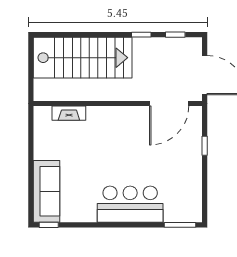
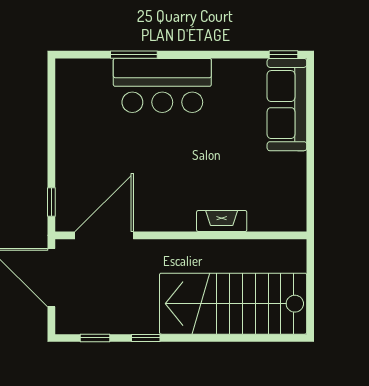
fireplace: (69, 113) -> (222, 221), moved
window: (205, 146) -> (51, 202), moved
window: (180, 225) -> (134, 55), moved

